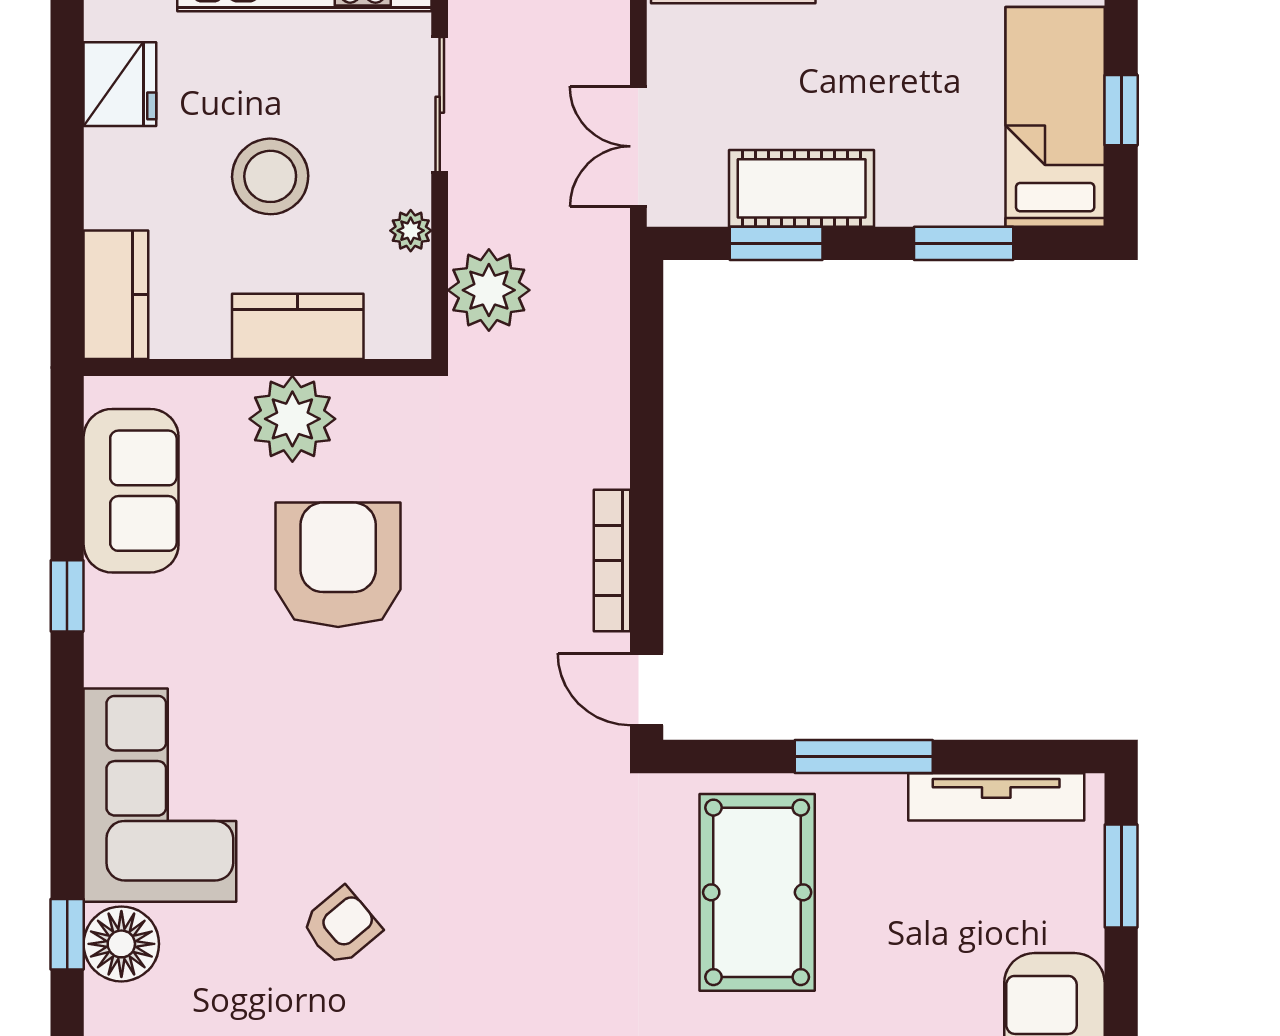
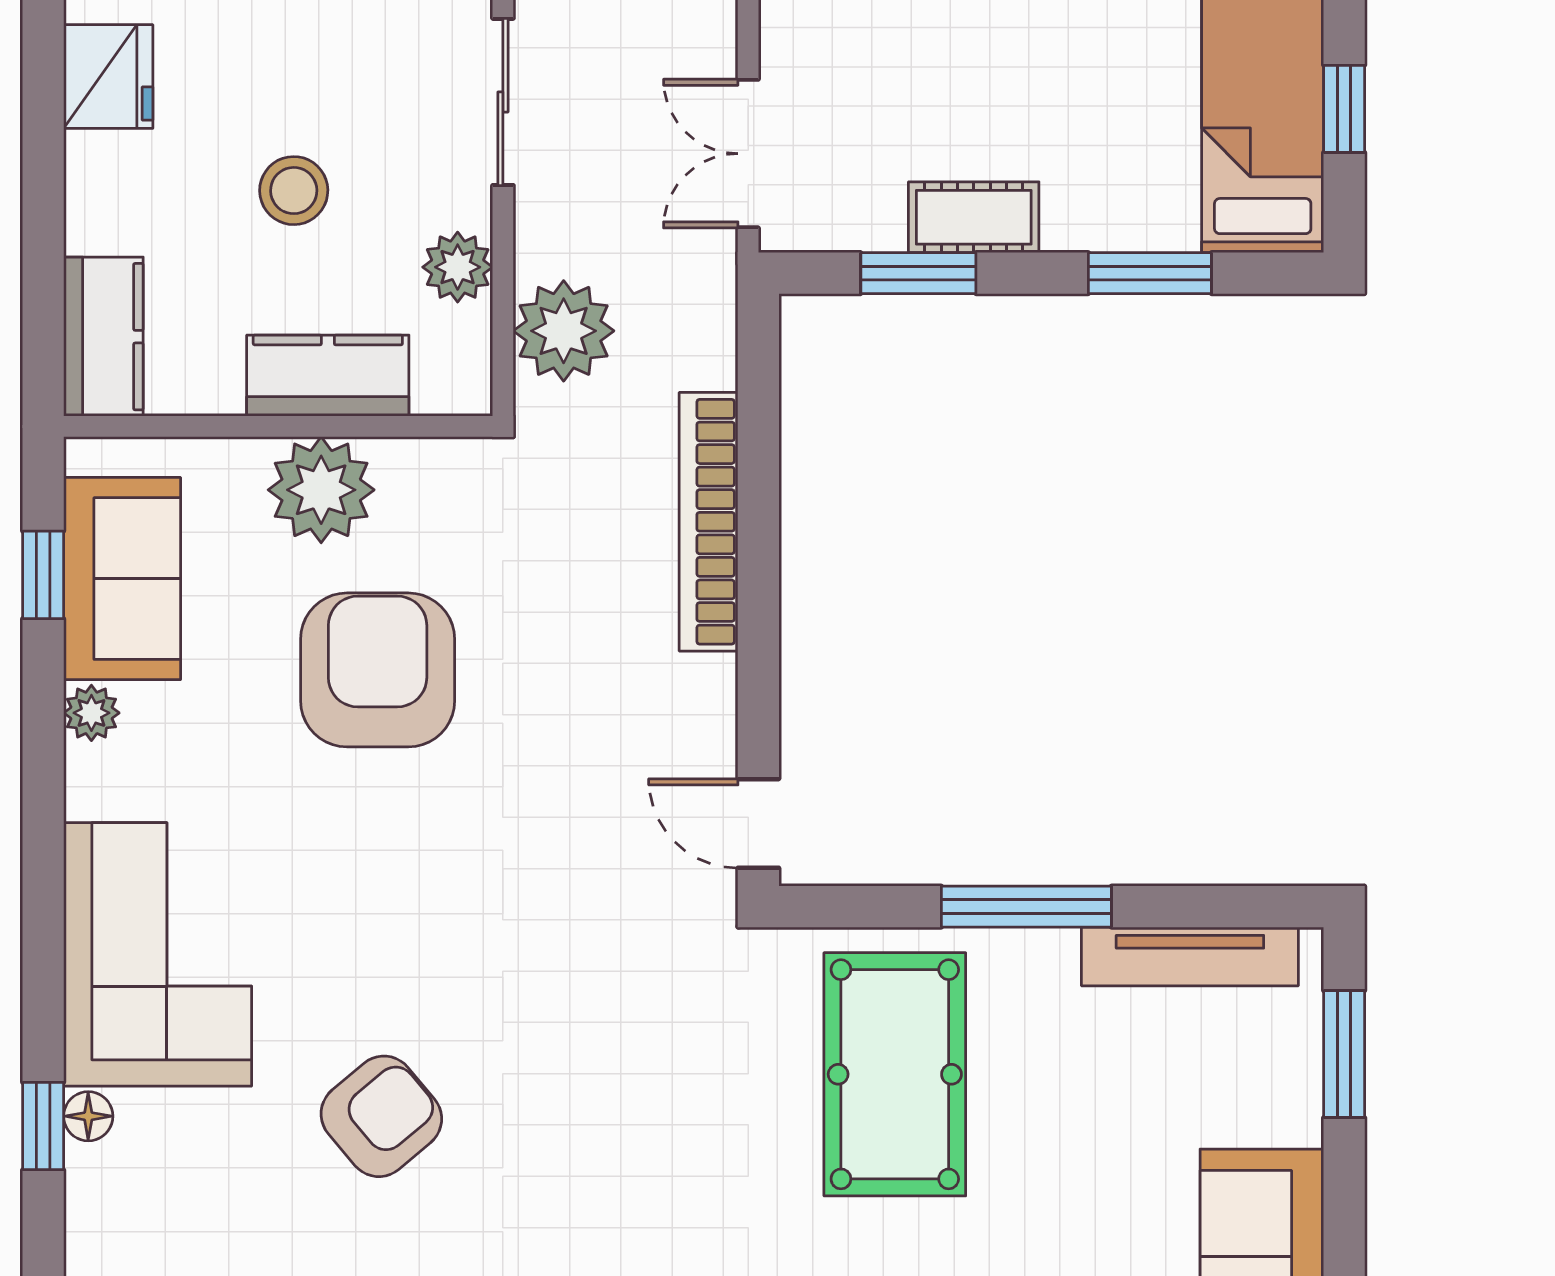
stool: (270, 176) -> (294, 191), width x0.73, depth x0.73
cot: (802, 188) -> (974, 217), width x0.73, depth x0.75
plant: (411, 231) -> (458, 267), width x1.38, depth x1.38
bookcase: (612, 560) -> (709, 522), moved, width x1.48, depth x1.31
window: (67, 596) -> (43, 575), moved
plant: (106, 600) -> (91, 713), added
armchair: (341, 926) -> (381, 1116), width x1.38, depth x1.38
floor lamp: (121, 944) -> (88, 1116), width x0.53, depth x0.53

